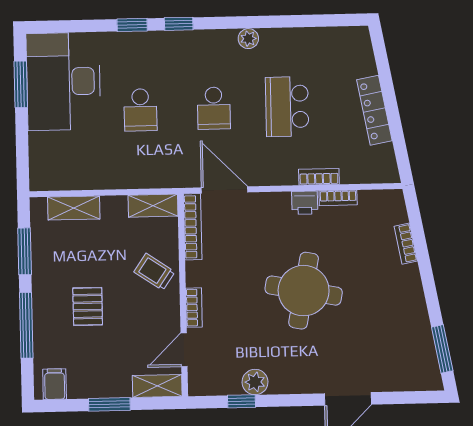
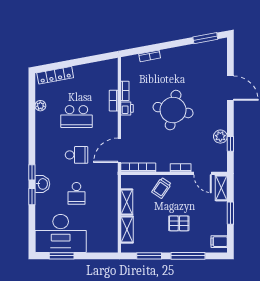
plant: (248, 39) -> (40, 106), moved
washbasin: (157, 44) -> (42, 184), added
school desk: (140, 110) -> (76, 193), turned 90
locker: (374, 110) -> (55, 75), moved
shelving: (153, 206) -> (127, 202), moved

